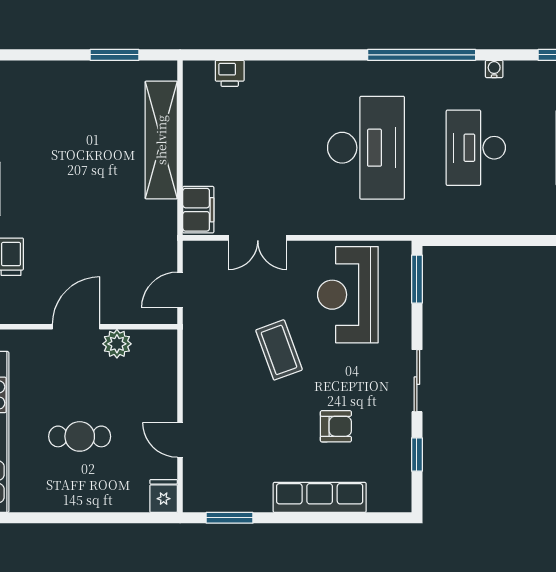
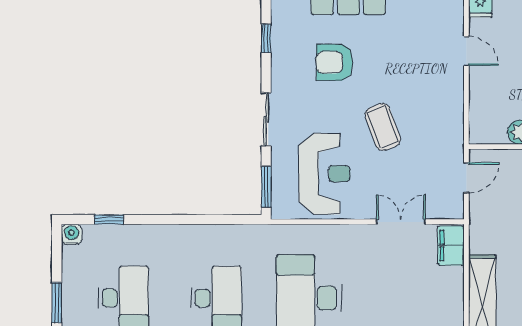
sliding door: (417, 381) -> (266, 119), moved
armchair: (336, 426) -> (335, 62), width x1.38, depth x1.38

